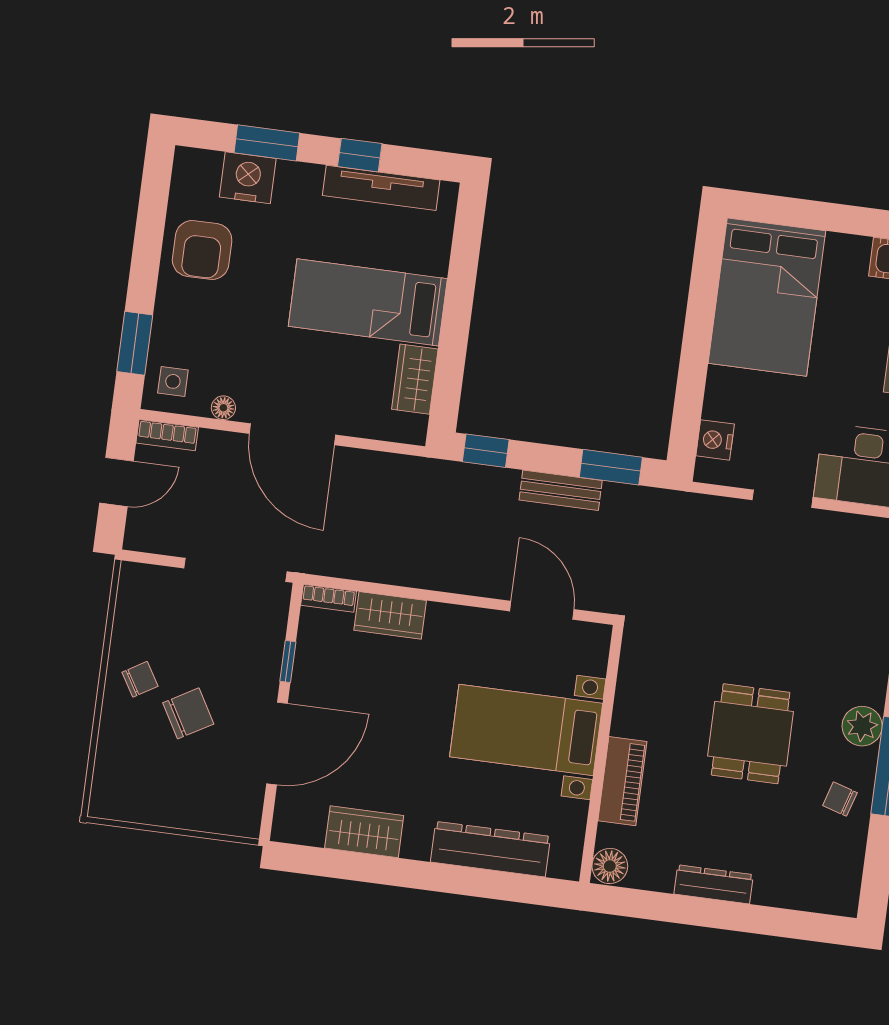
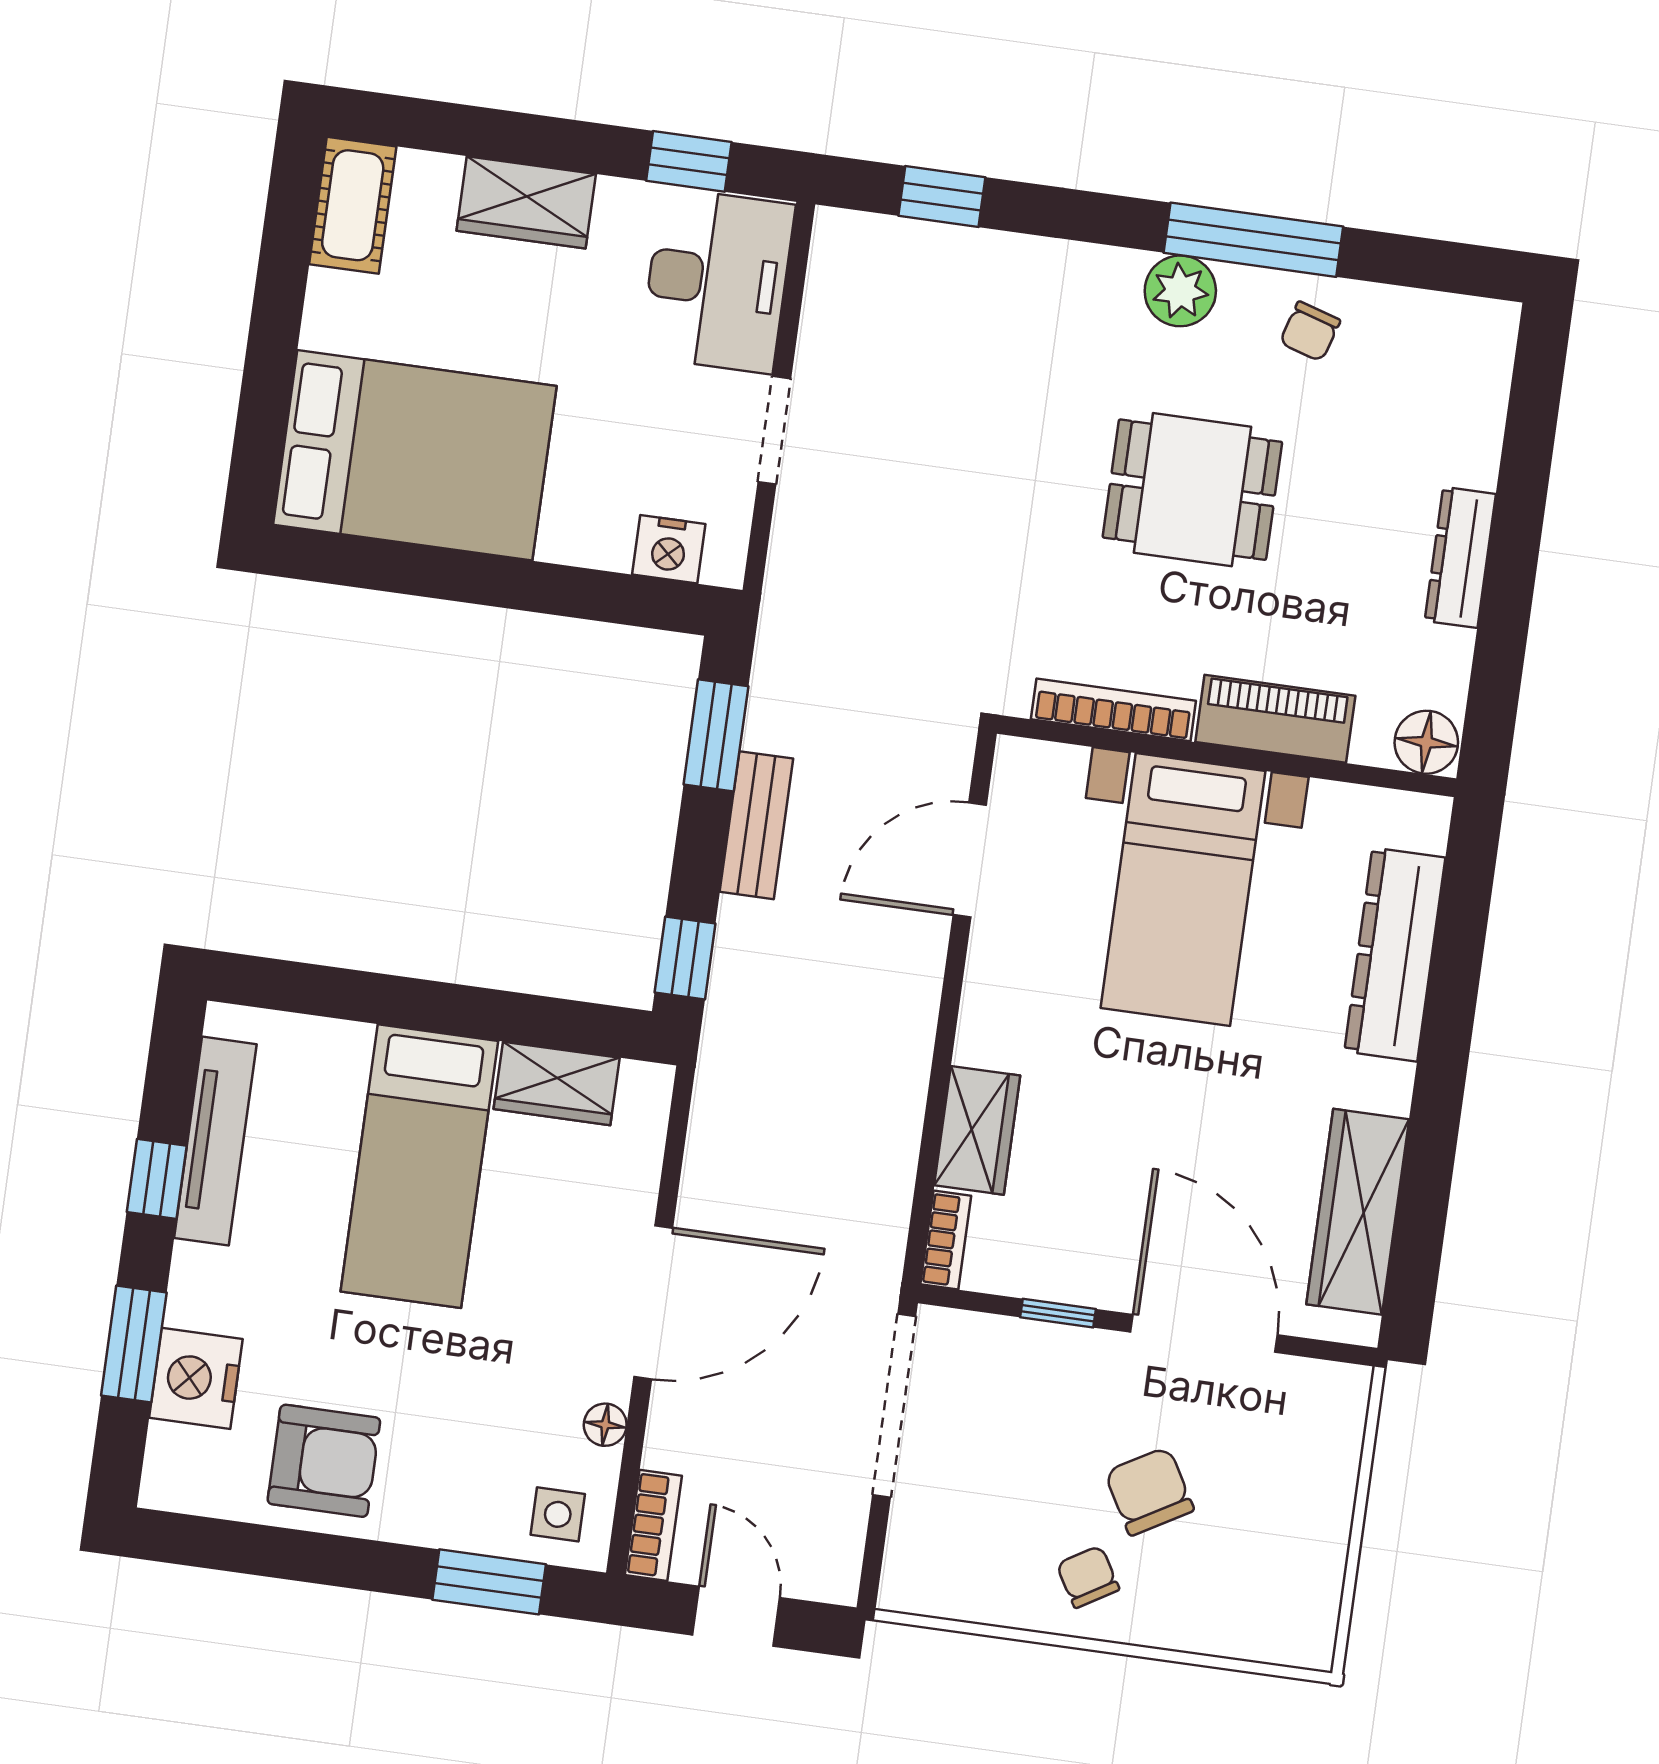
bookcase: (627, 690) -> (1113, 710), added
wardrobe: (364, 832) -> (1358, 1212), width x1.50

